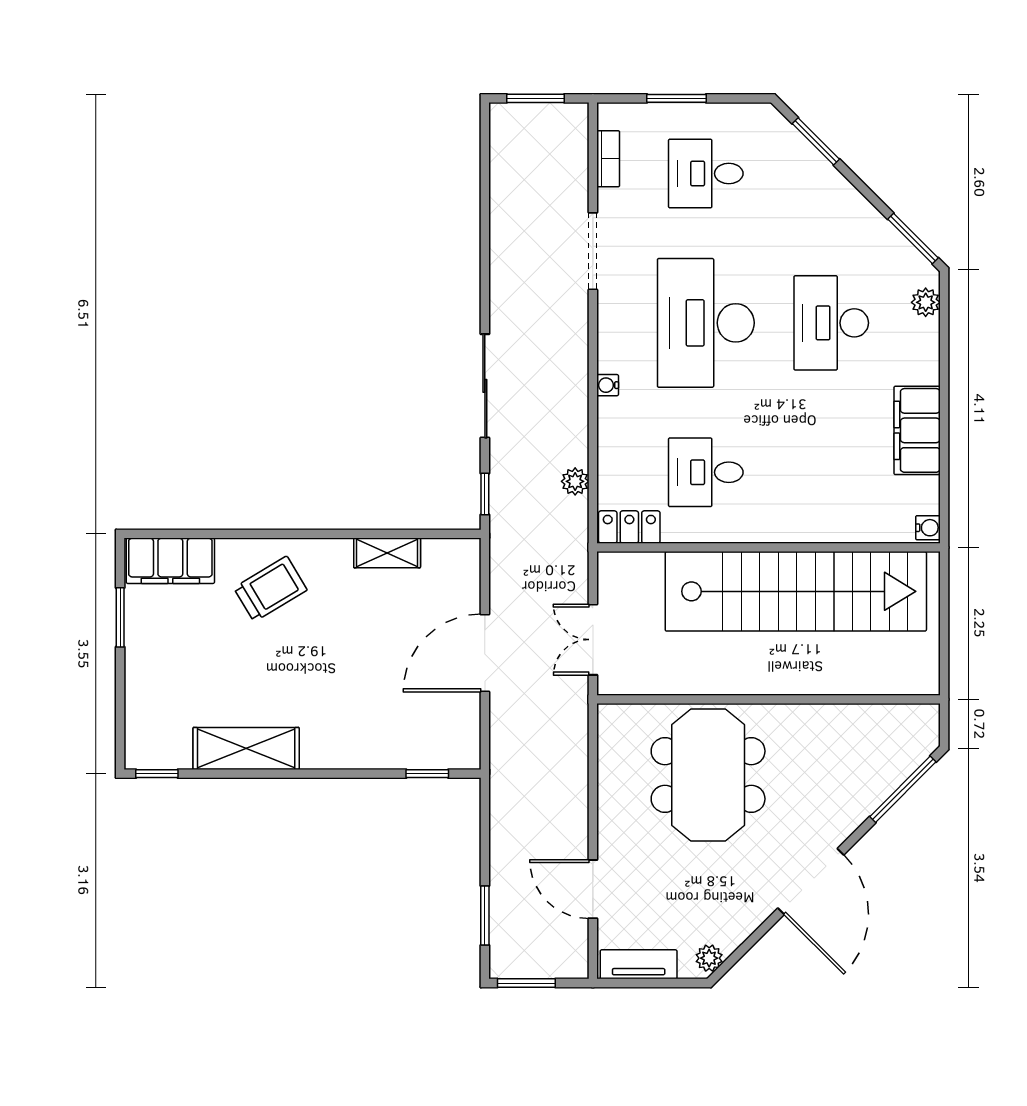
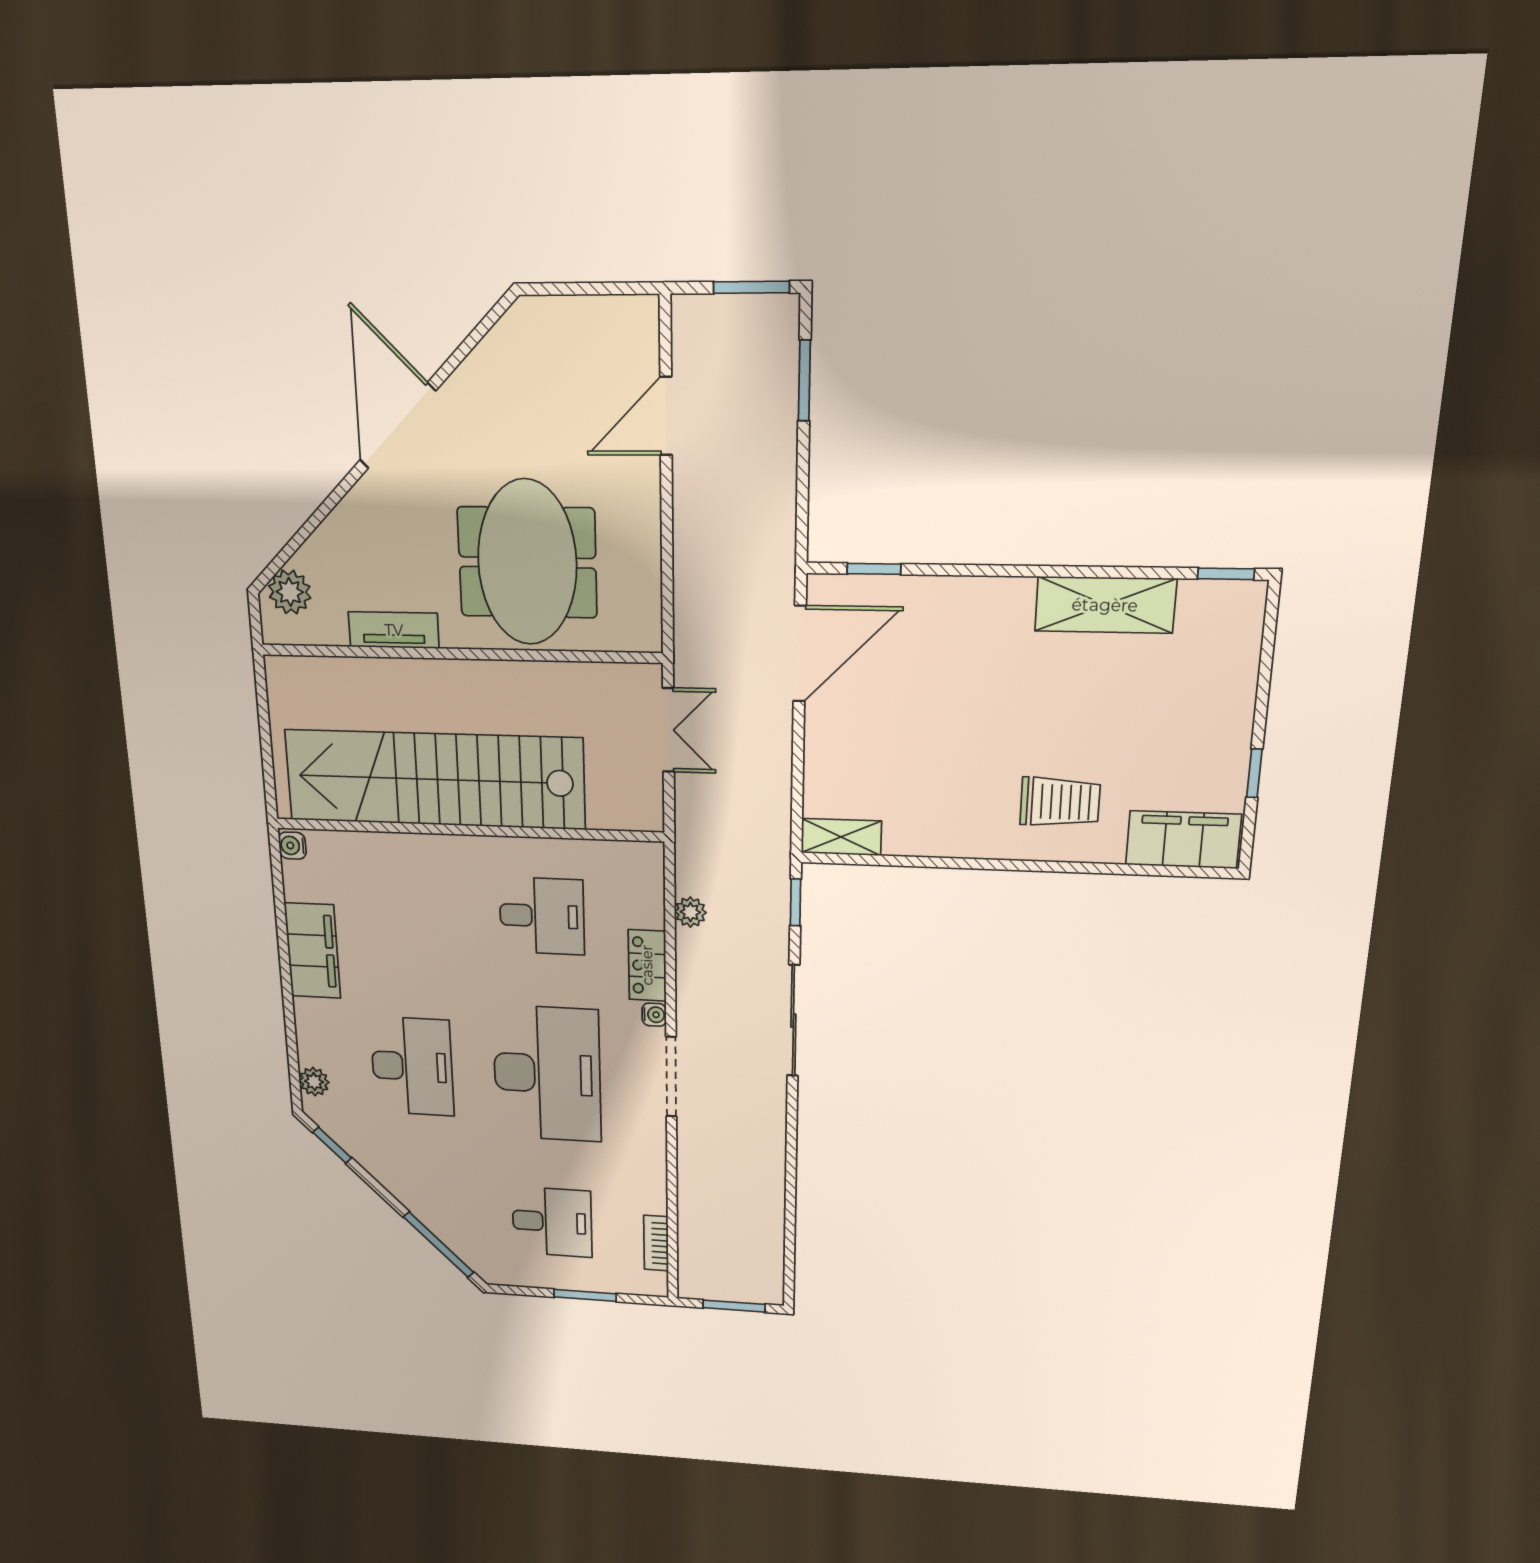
window: (816, 141) -> (439, 1245), width x1.44
window: (913, 239) -> (332, 1145), width x0.67
doorway: (593, 251) -> (671, 1077), moved
locker: (629, 527) -> (647, 965), moved, turned 90
shelving: (387, 553) -> (841, 837), moved
trolley: (270, 589) -> (1060, 802), turned -149
window: (120, 617) -> (1254, 773), width x0.67
door: (485, 653) -> (800, 654), moved
window: (903, 789) -> (296, 542), removed
door: (593, 889) -> (666, 416), swing flipped
plant: (709, 958) -> (290, 592), moved, width x1.38, depth x1.38
tv unit: (639, 964) -> (394, 630), moved, turned 180

